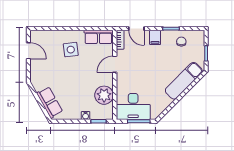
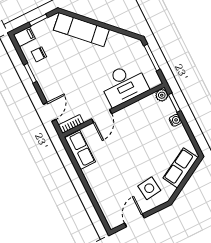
filing cabinet: (155, 37) -> (24, 37), moved
side table: (71, 50) -> (149, 188), moved
door: (115, 64) -> (102, 116), hinge flipped
plant: (104, 95) -> (162, 95), moved, width x0.53, depth x0.53
desk: (133, 106) -> (124, 84), moved, turned 90

